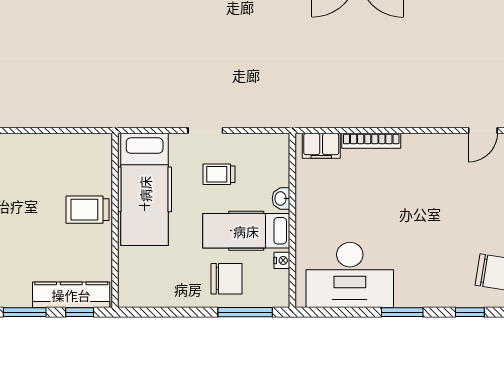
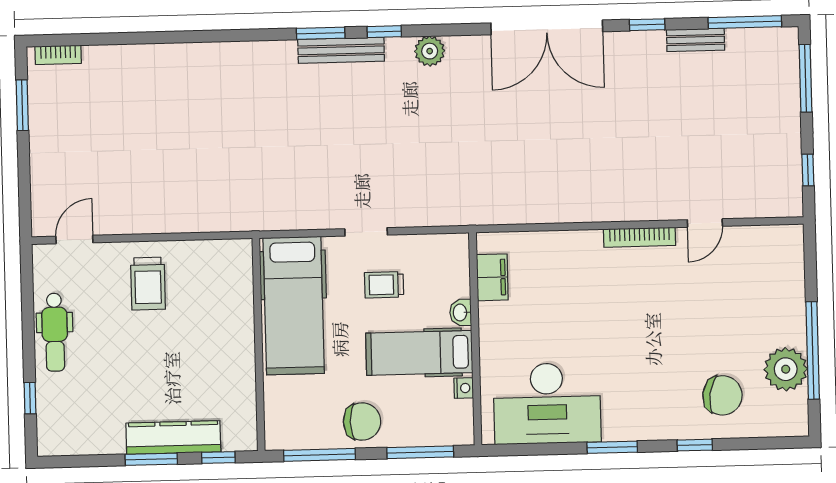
bookcase: (371, 141) -> (640, 237), moved
filing cabinet: (321, 146) -> (492, 277), moved, turned -90
trolley: (87, 210) -> (148, 284), moved, turned -90
chair: (226, 279) -> (362, 421), moved
kitchen counter: (71, 295) -> (173, 438), moved
window: (162, 312) -> (319, 455), added

